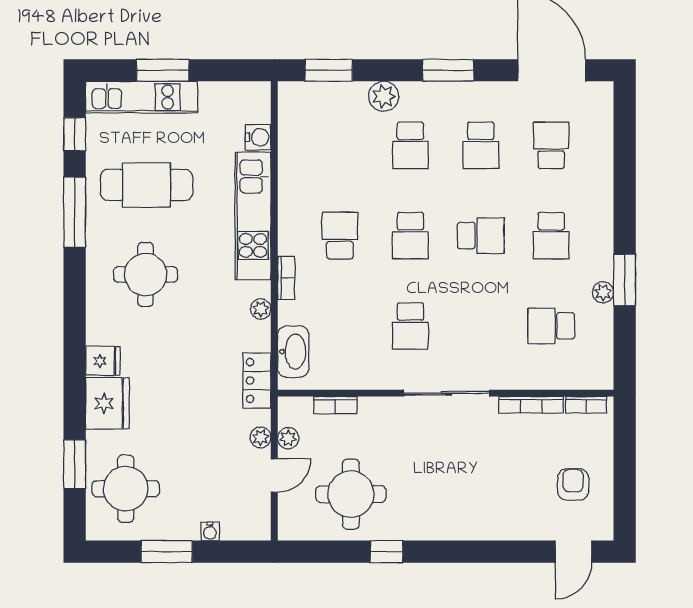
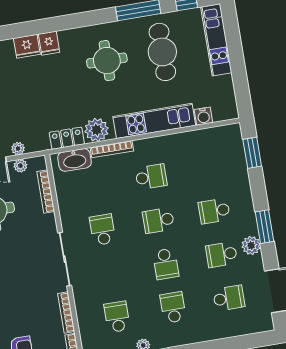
window: (163, 70) -> (235, 50), removed
plant: (384, 96) -> (251, 245), moved
school desk: (551, 236) -> (173, 307), turned 90
bookcase: (286, 278) -> (112, 149), width x1.56
plant: (261, 309) -> (97, 130), width x1.88, depth x1.88
school desk: (410, 326) -> (103, 230), turned 90
locker: (257, 381) -> (67, 138), moved
fridge: (107, 403) -> (27, 46), width x0.73, depth x0.75
bookcase: (335, 405) -> (46, 192), width x1.56

